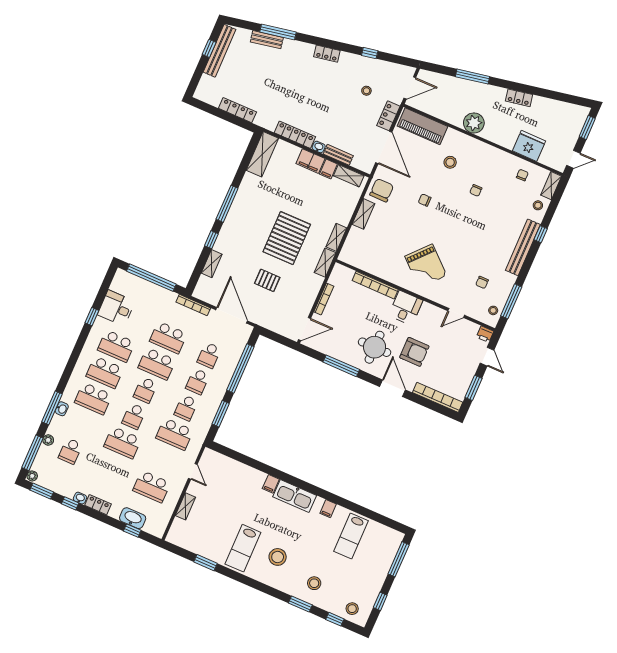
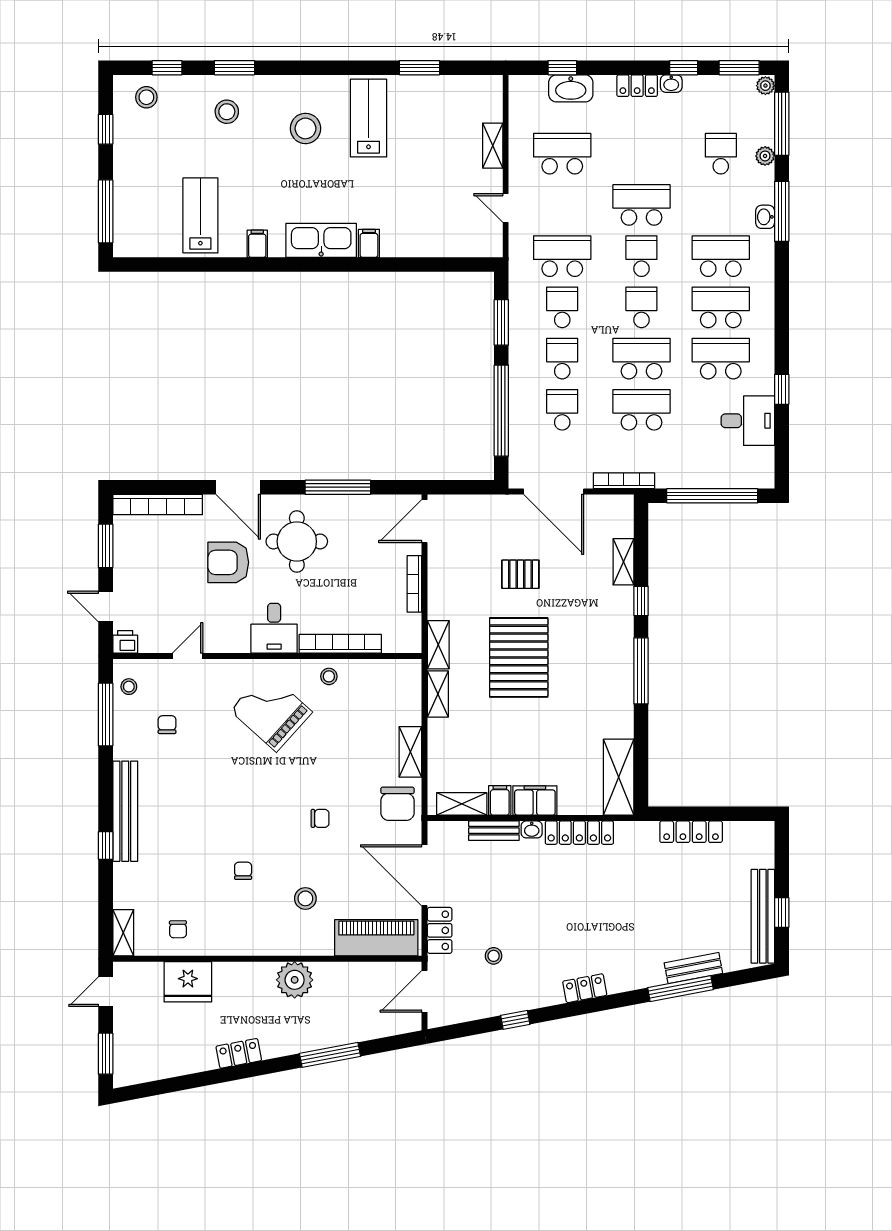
stool: (538, 205) -> (329, 676), moved

